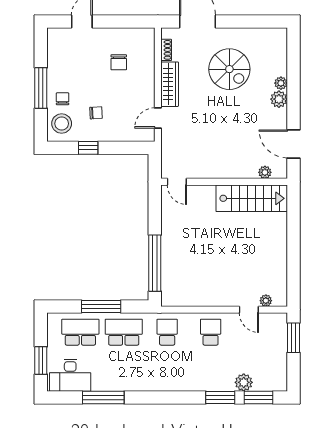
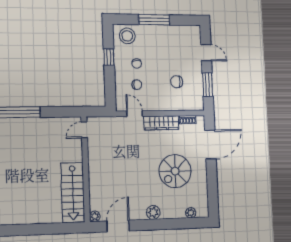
window: (123, 22) -> (208, 85), added
plant: (281, 83) -> (191, 213), moved
chair: (63, 99) -> (137, 85), moved
plant: (265, 172) -> (95, 216), moved

